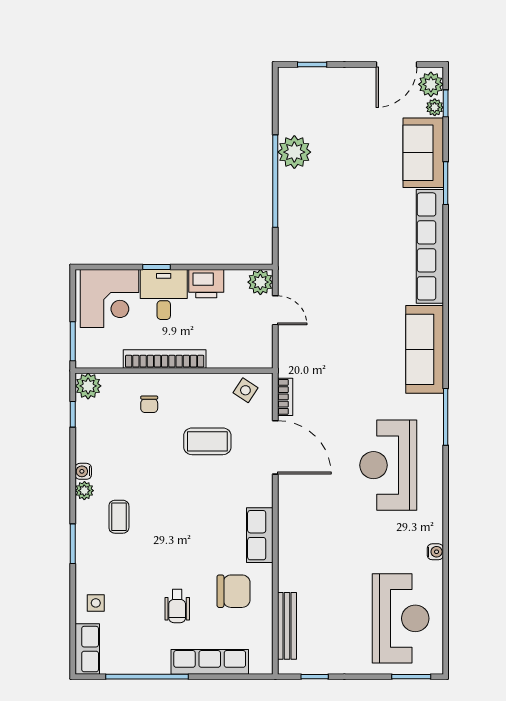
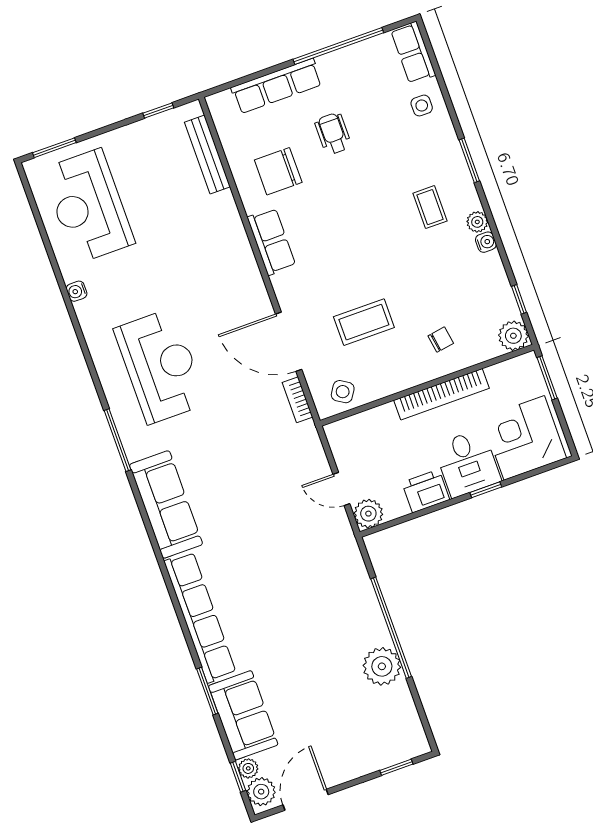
chair: (149, 404) -> (441, 340), turned 81

